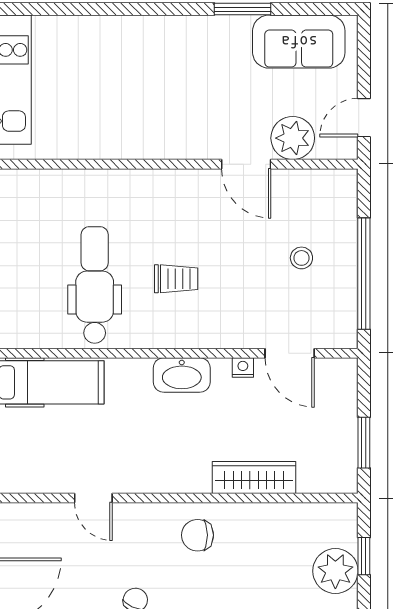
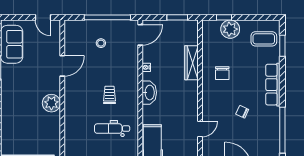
plant: (293, 138) -> (51, 103), moved
dental chair: (95, 285) -> (112, 129), width x0.73, depth x0.72
door: (290, 353) -> (140, 35), moved
chair: (198, 535) -> (222, 73), moved

